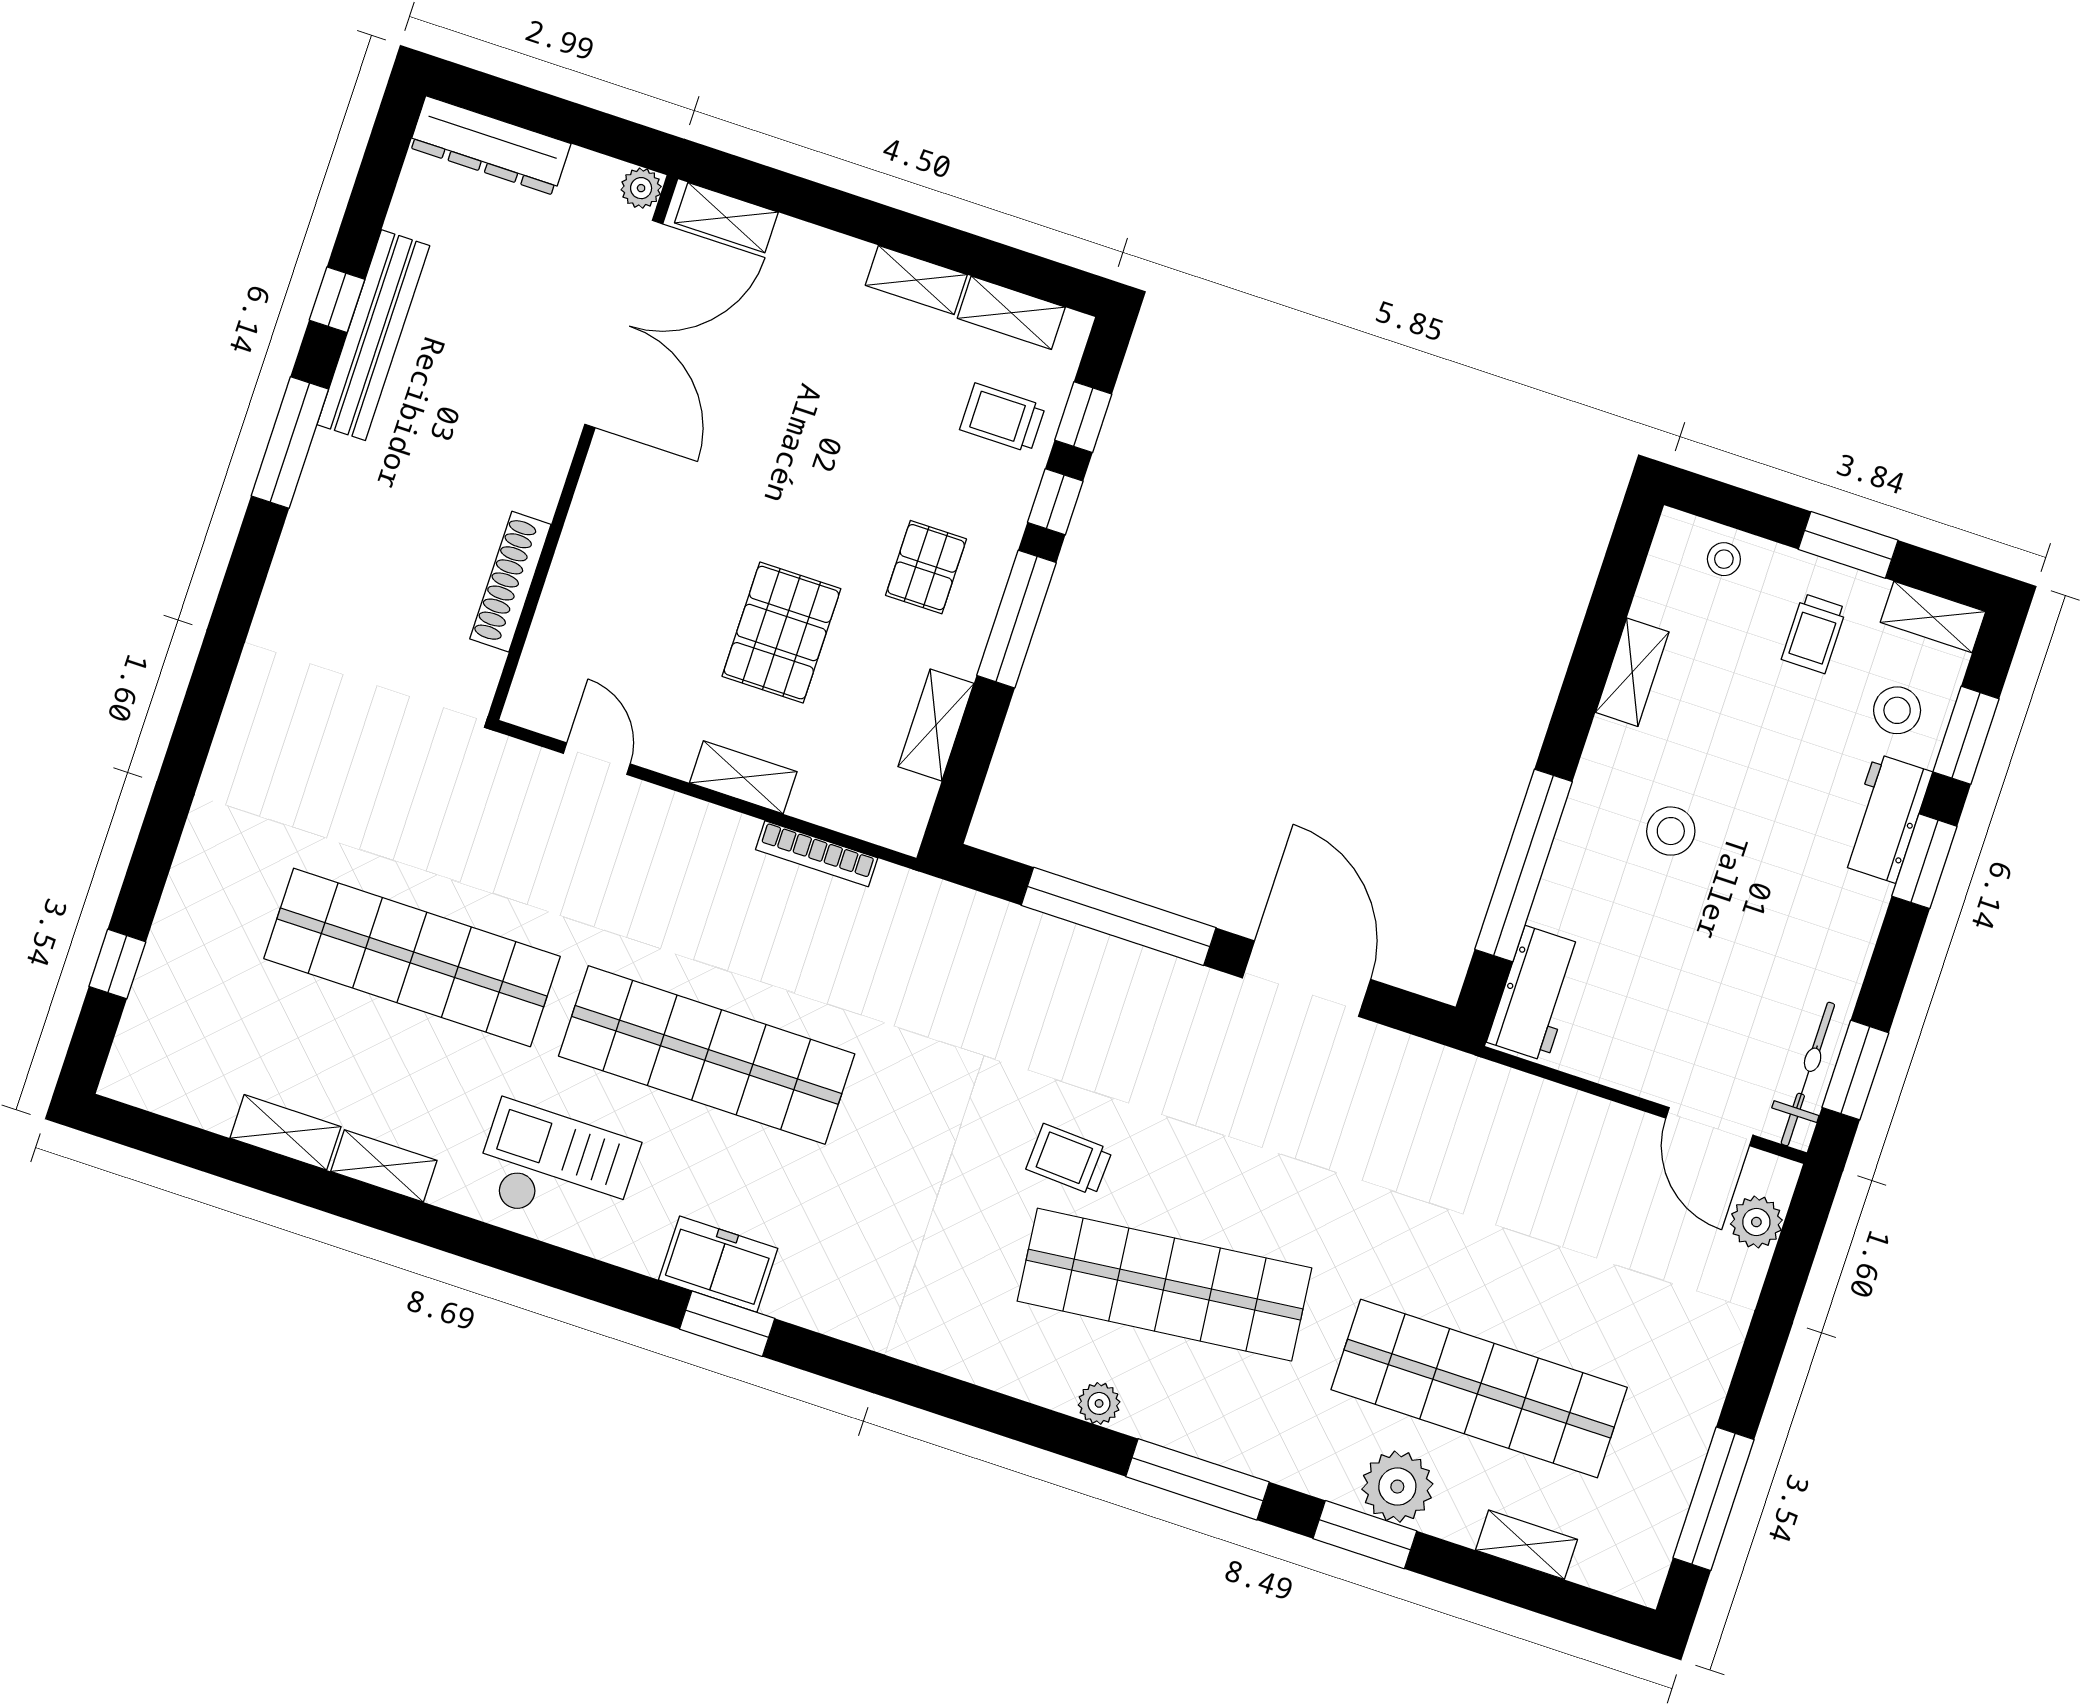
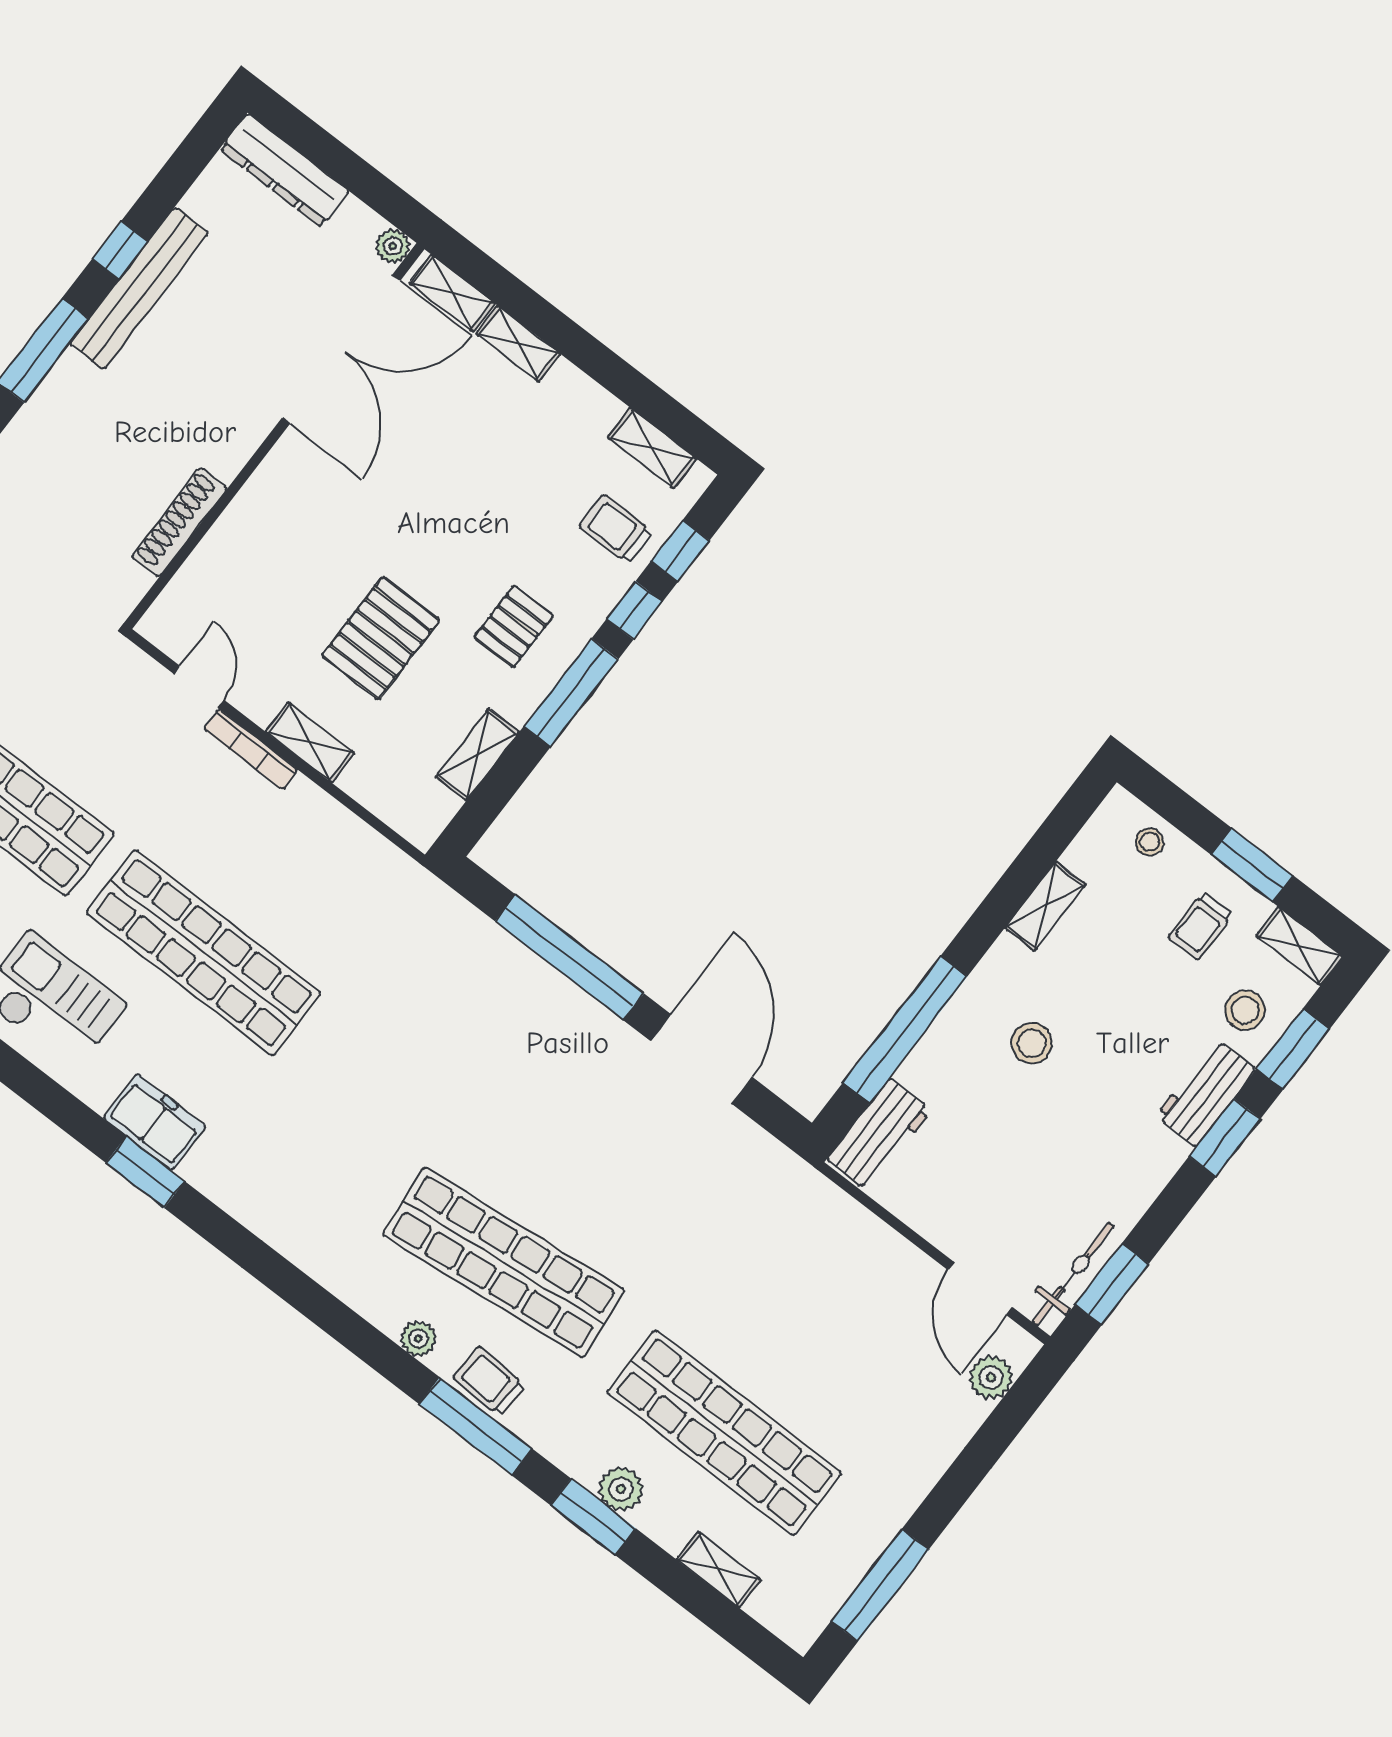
shelving: (916, 280) -> (518, 344), moved
bookcase: (817, 854) -> (251, 749), moved
trolley: (1069, 1160) -> (489, 1381), moved
plant: (1397, 1487) -> (621, 1489), width x0.73, depth x0.73

